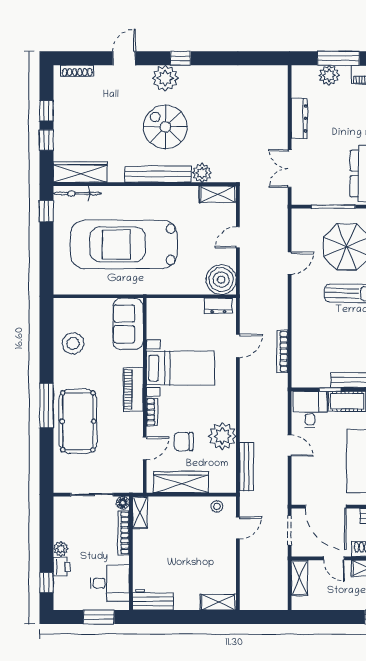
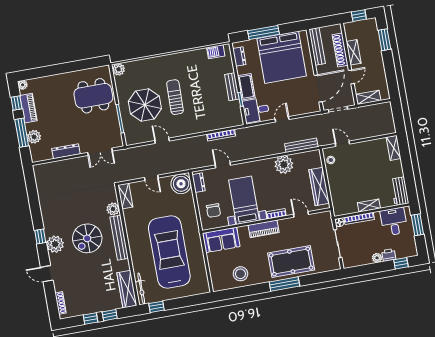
car: (124, 244) -> (169, 252), turned 180
chair: (184, 441) -> (213, 210), moved
shelving: (140, 512) -> (369, 205), moved

